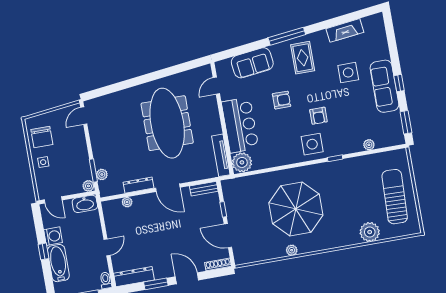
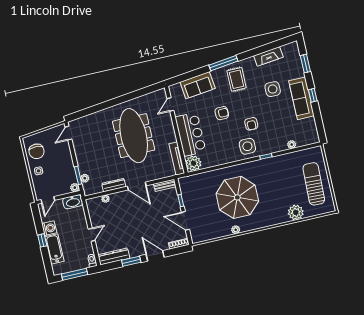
window: (406, 122) -> (305, 64), moved
door: (53, 200) -> (48, 200), hinge flipped

